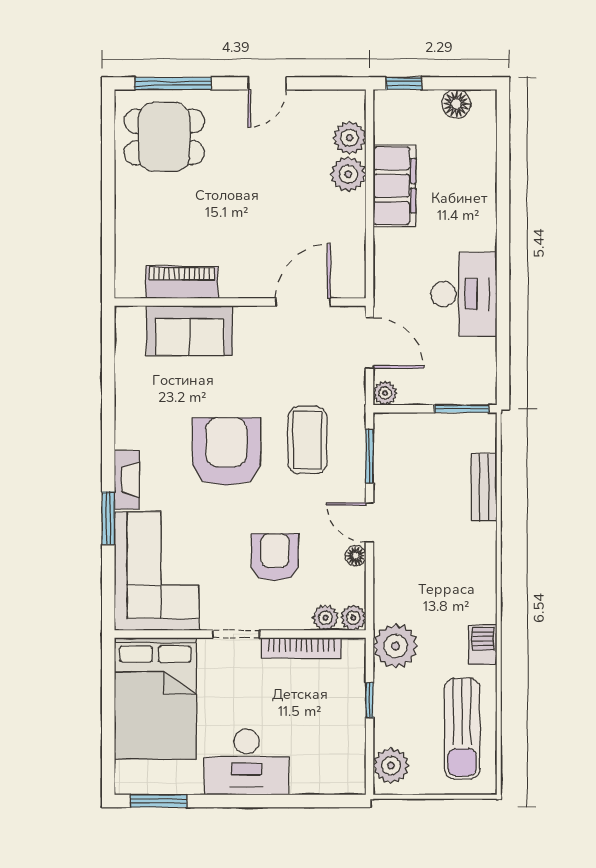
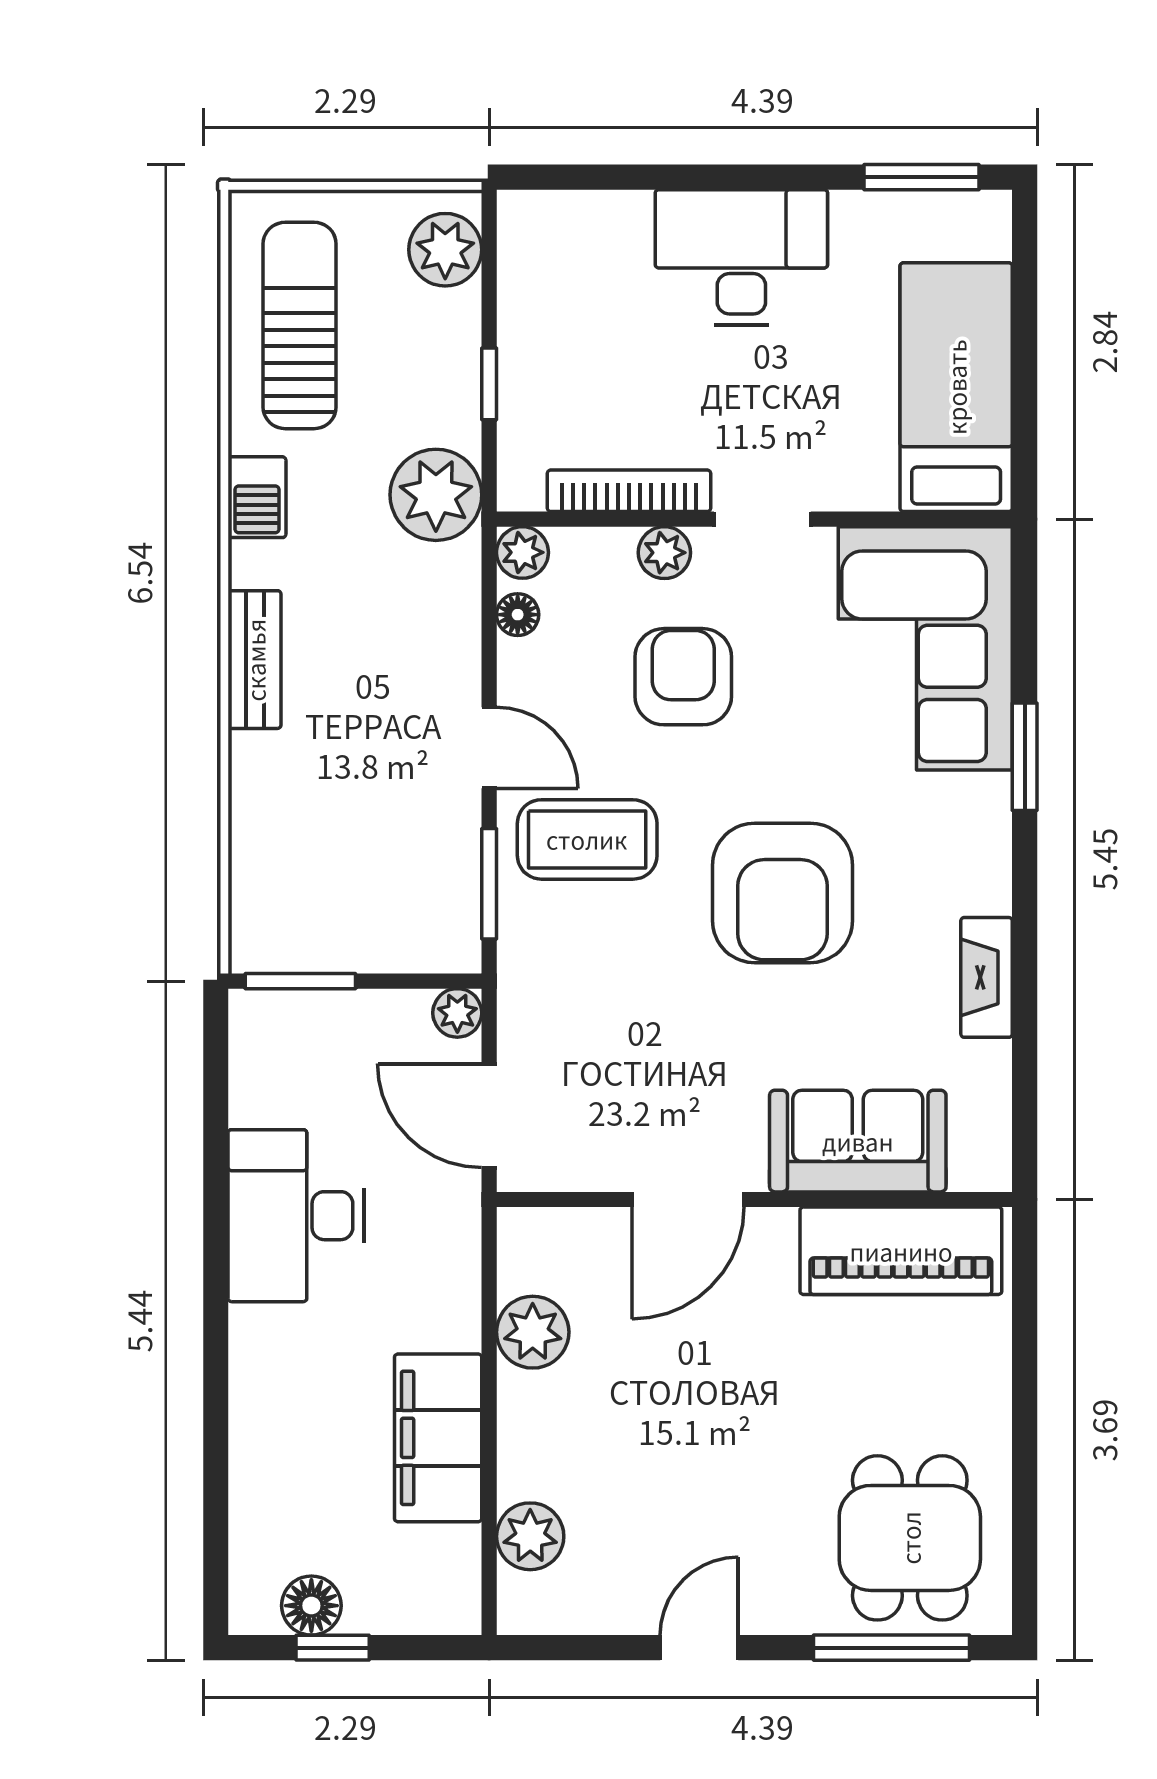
window: (404, 83) -> (333, 1648), moved
dining table: (164, 137) -> (910, 1538), turned 90
plant: (348, 174) -> (533, 1332), moved
piano: (182, 282) -> (901, 1251), width x1.37, depth x1.33
door: (303, 302) -> (688, 1199), moved
coffee table: (307, 440) -> (587, 839), moved, turned 90
fireplace: (127, 480) -> (987, 977), moved
bench: (484, 487) -> (255, 660), moved
floor lamp: (356, 556) -> (518, 615), moved
armchair: (275, 557) -> (683, 677), turned 180
plant: (326, 618) -> (664, 553), moved
bed: (155, 698) -> (956, 387), width x0.67

